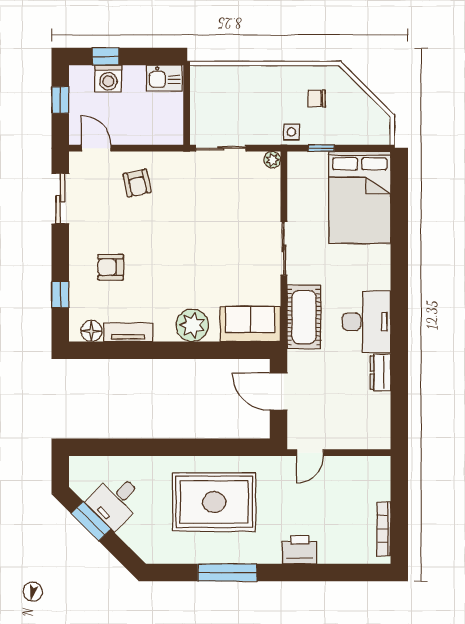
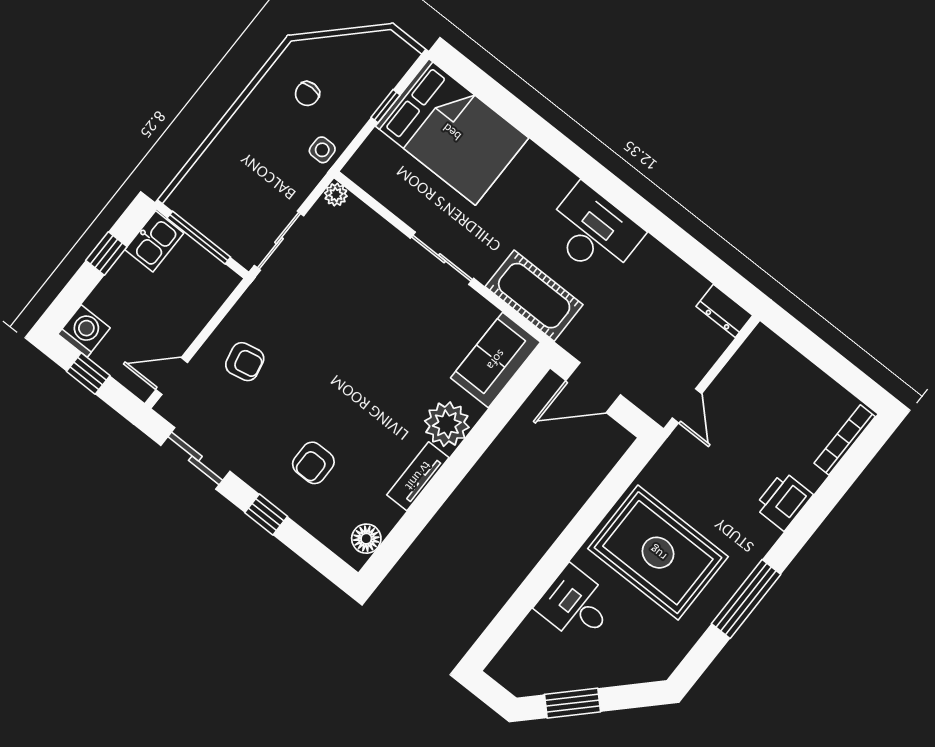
window: (106, 56) -> (106, 253), moved
washing machine: (108, 79) -> (84, 331), moved, turned -90
window: (187, 102) -> (199, 238), added
window: (321, 148) -> (386, 106), moved
window: (60, 295) -> (266, 514), moved
tv unit: (128, 332) -> (418, 476), moved
dresser: (380, 373) -> (724, 311), moved
desk: (116, 501) -> (576, 605), moved, turned 135
rug: (214, 502) -> (658, 553), turned 90
bookcase: (384, 529) -> (845, 440), moved, turned 90

